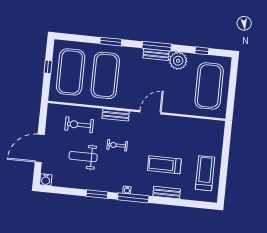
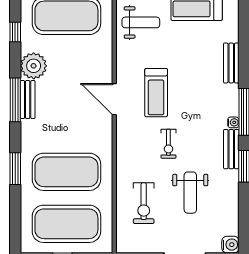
bench: (116, 115) -> (231, 149), moved
weight bench: (200, 135) -> (141, 22), added
treadmill: (164, 165) -> (156, 93), moved

